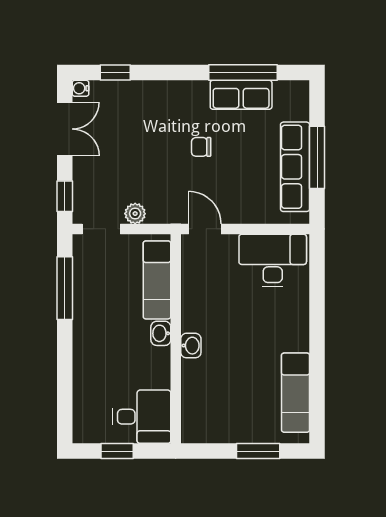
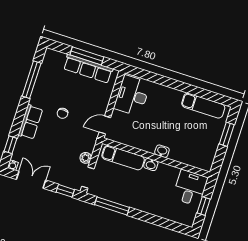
row of seats: (241, 95) -> (30, 122), moved

